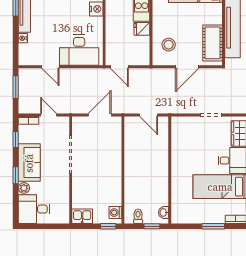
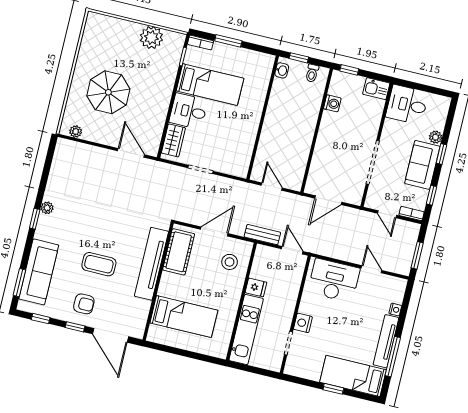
bench: (147, 74) -> (262, 235), added
desk: (34, 209) -> (407, 105), moved, turned 180
washing machine: (115, 213) -> (332, 103), moved

